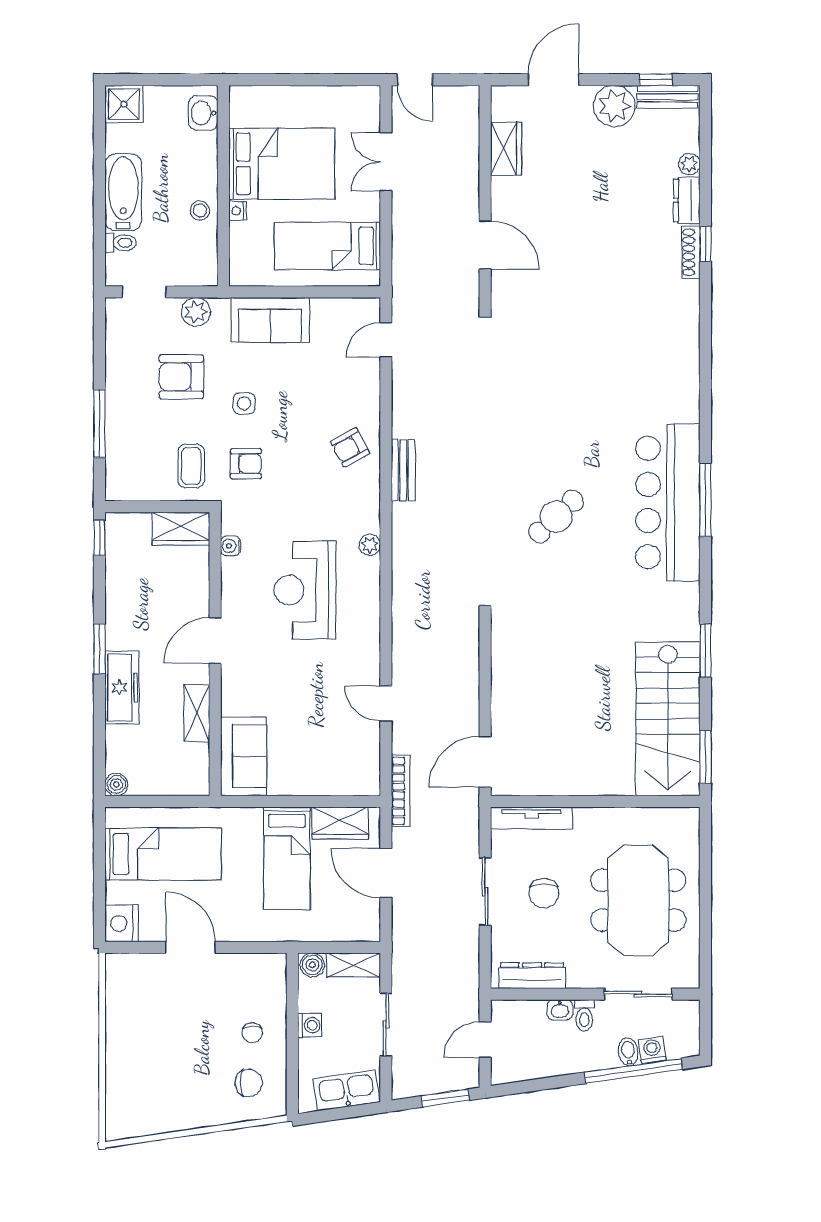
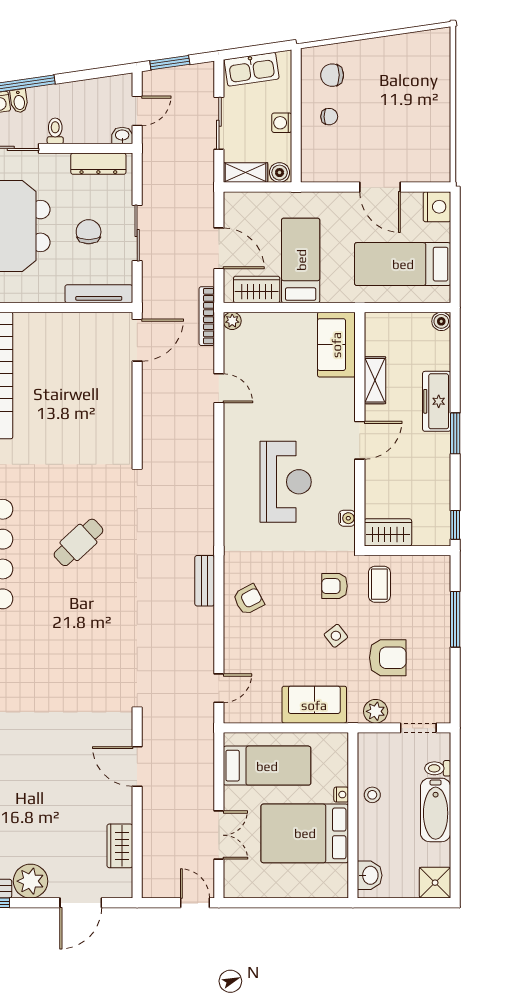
side table: (244, 403) -> (336, 636), turned -38
plant: (370, 545) -> (232, 321), moved
washbasin: (560, 1010) -> (122, 135), moved
chair: (252, 1033) -> (329, 117), turned 90

